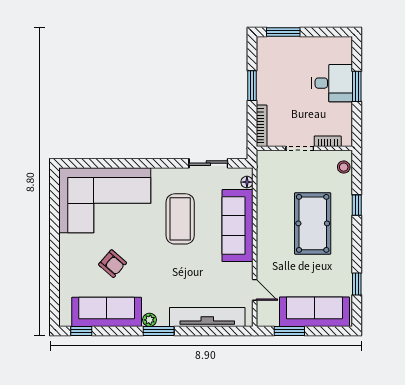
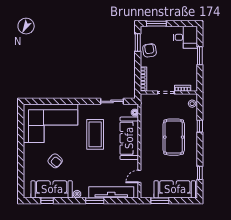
armchair: (272, 77) -> (150, 50), added
desk: (332, 83) -> (185, 37), moved
window: (252, 86) -> (138, 42), moved
door: (255, 290) -> (139, 176), swing flipped
window: (81, 331) -> (47, 201), moved
window: (159, 331) -> (95, 201), moved

